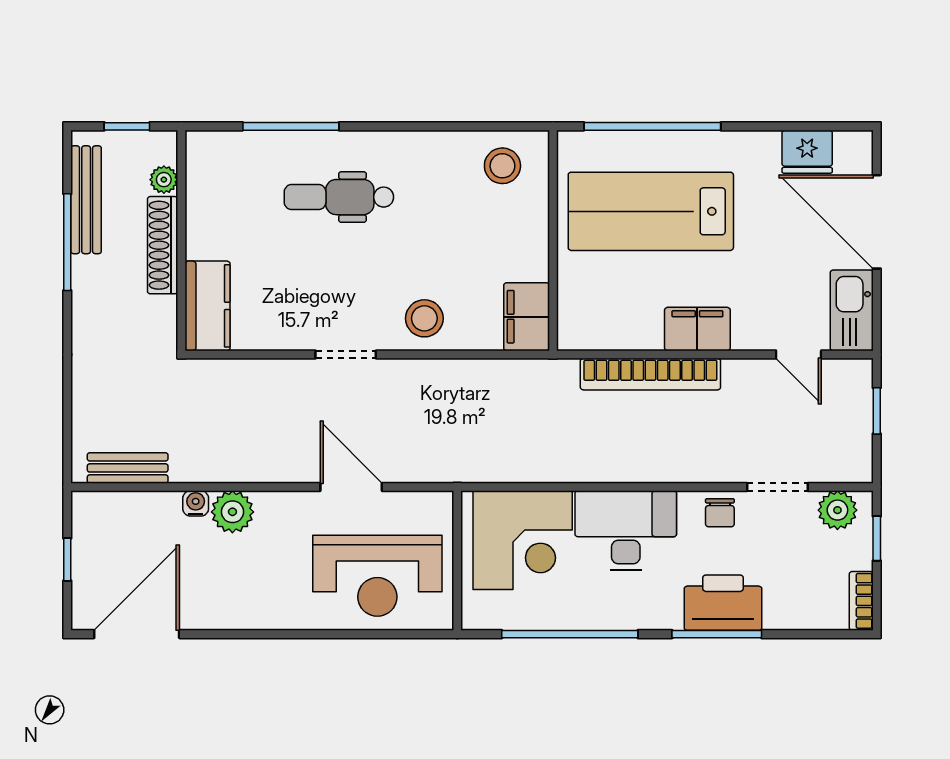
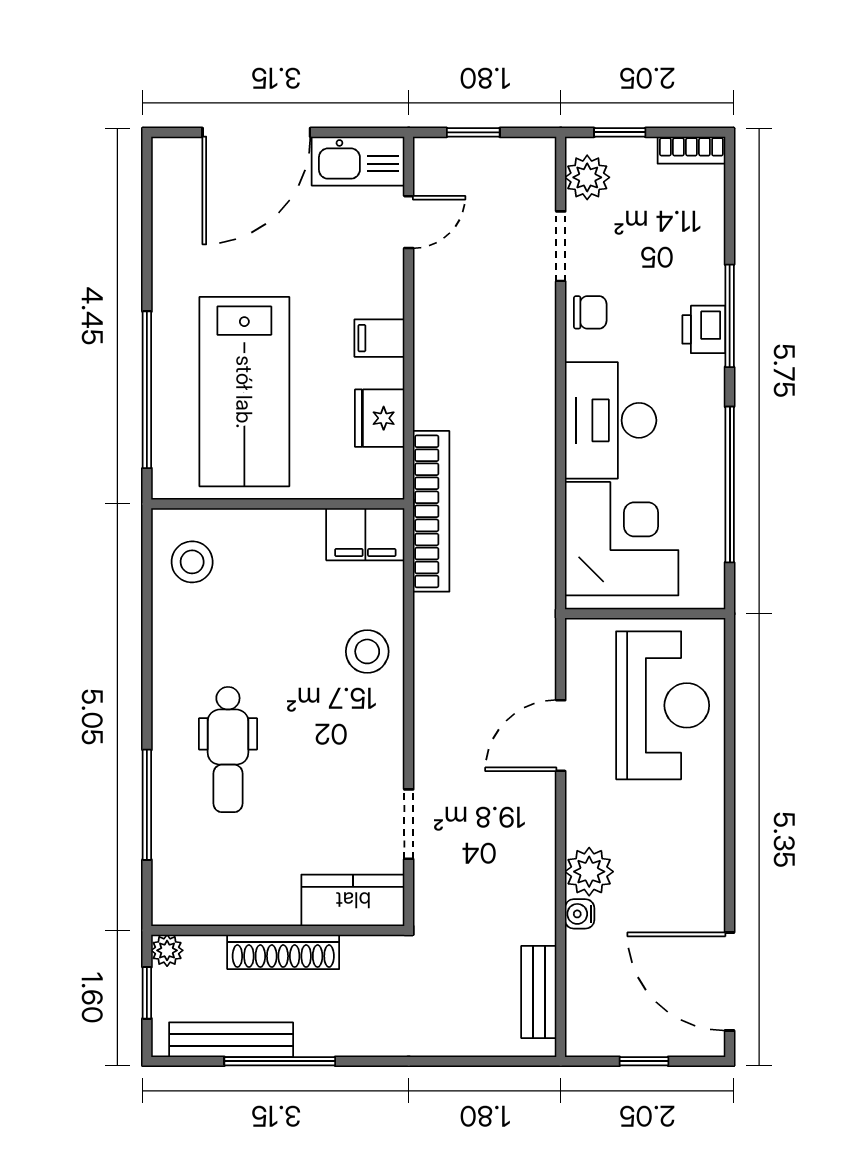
fridge: (807, 152) -> (380, 418), moved, turned 180
plant: (164, 180) -> (167, 950), moved
filing cabinet: (697, 329) -> (379, 338), width x0.50
doorway: (346, 355) -> (409, 824), moved
bookcase: (650, 374) -> (431, 511), moved
printer: (723, 603) -> (704, 329), width x0.53, depth x0.68

